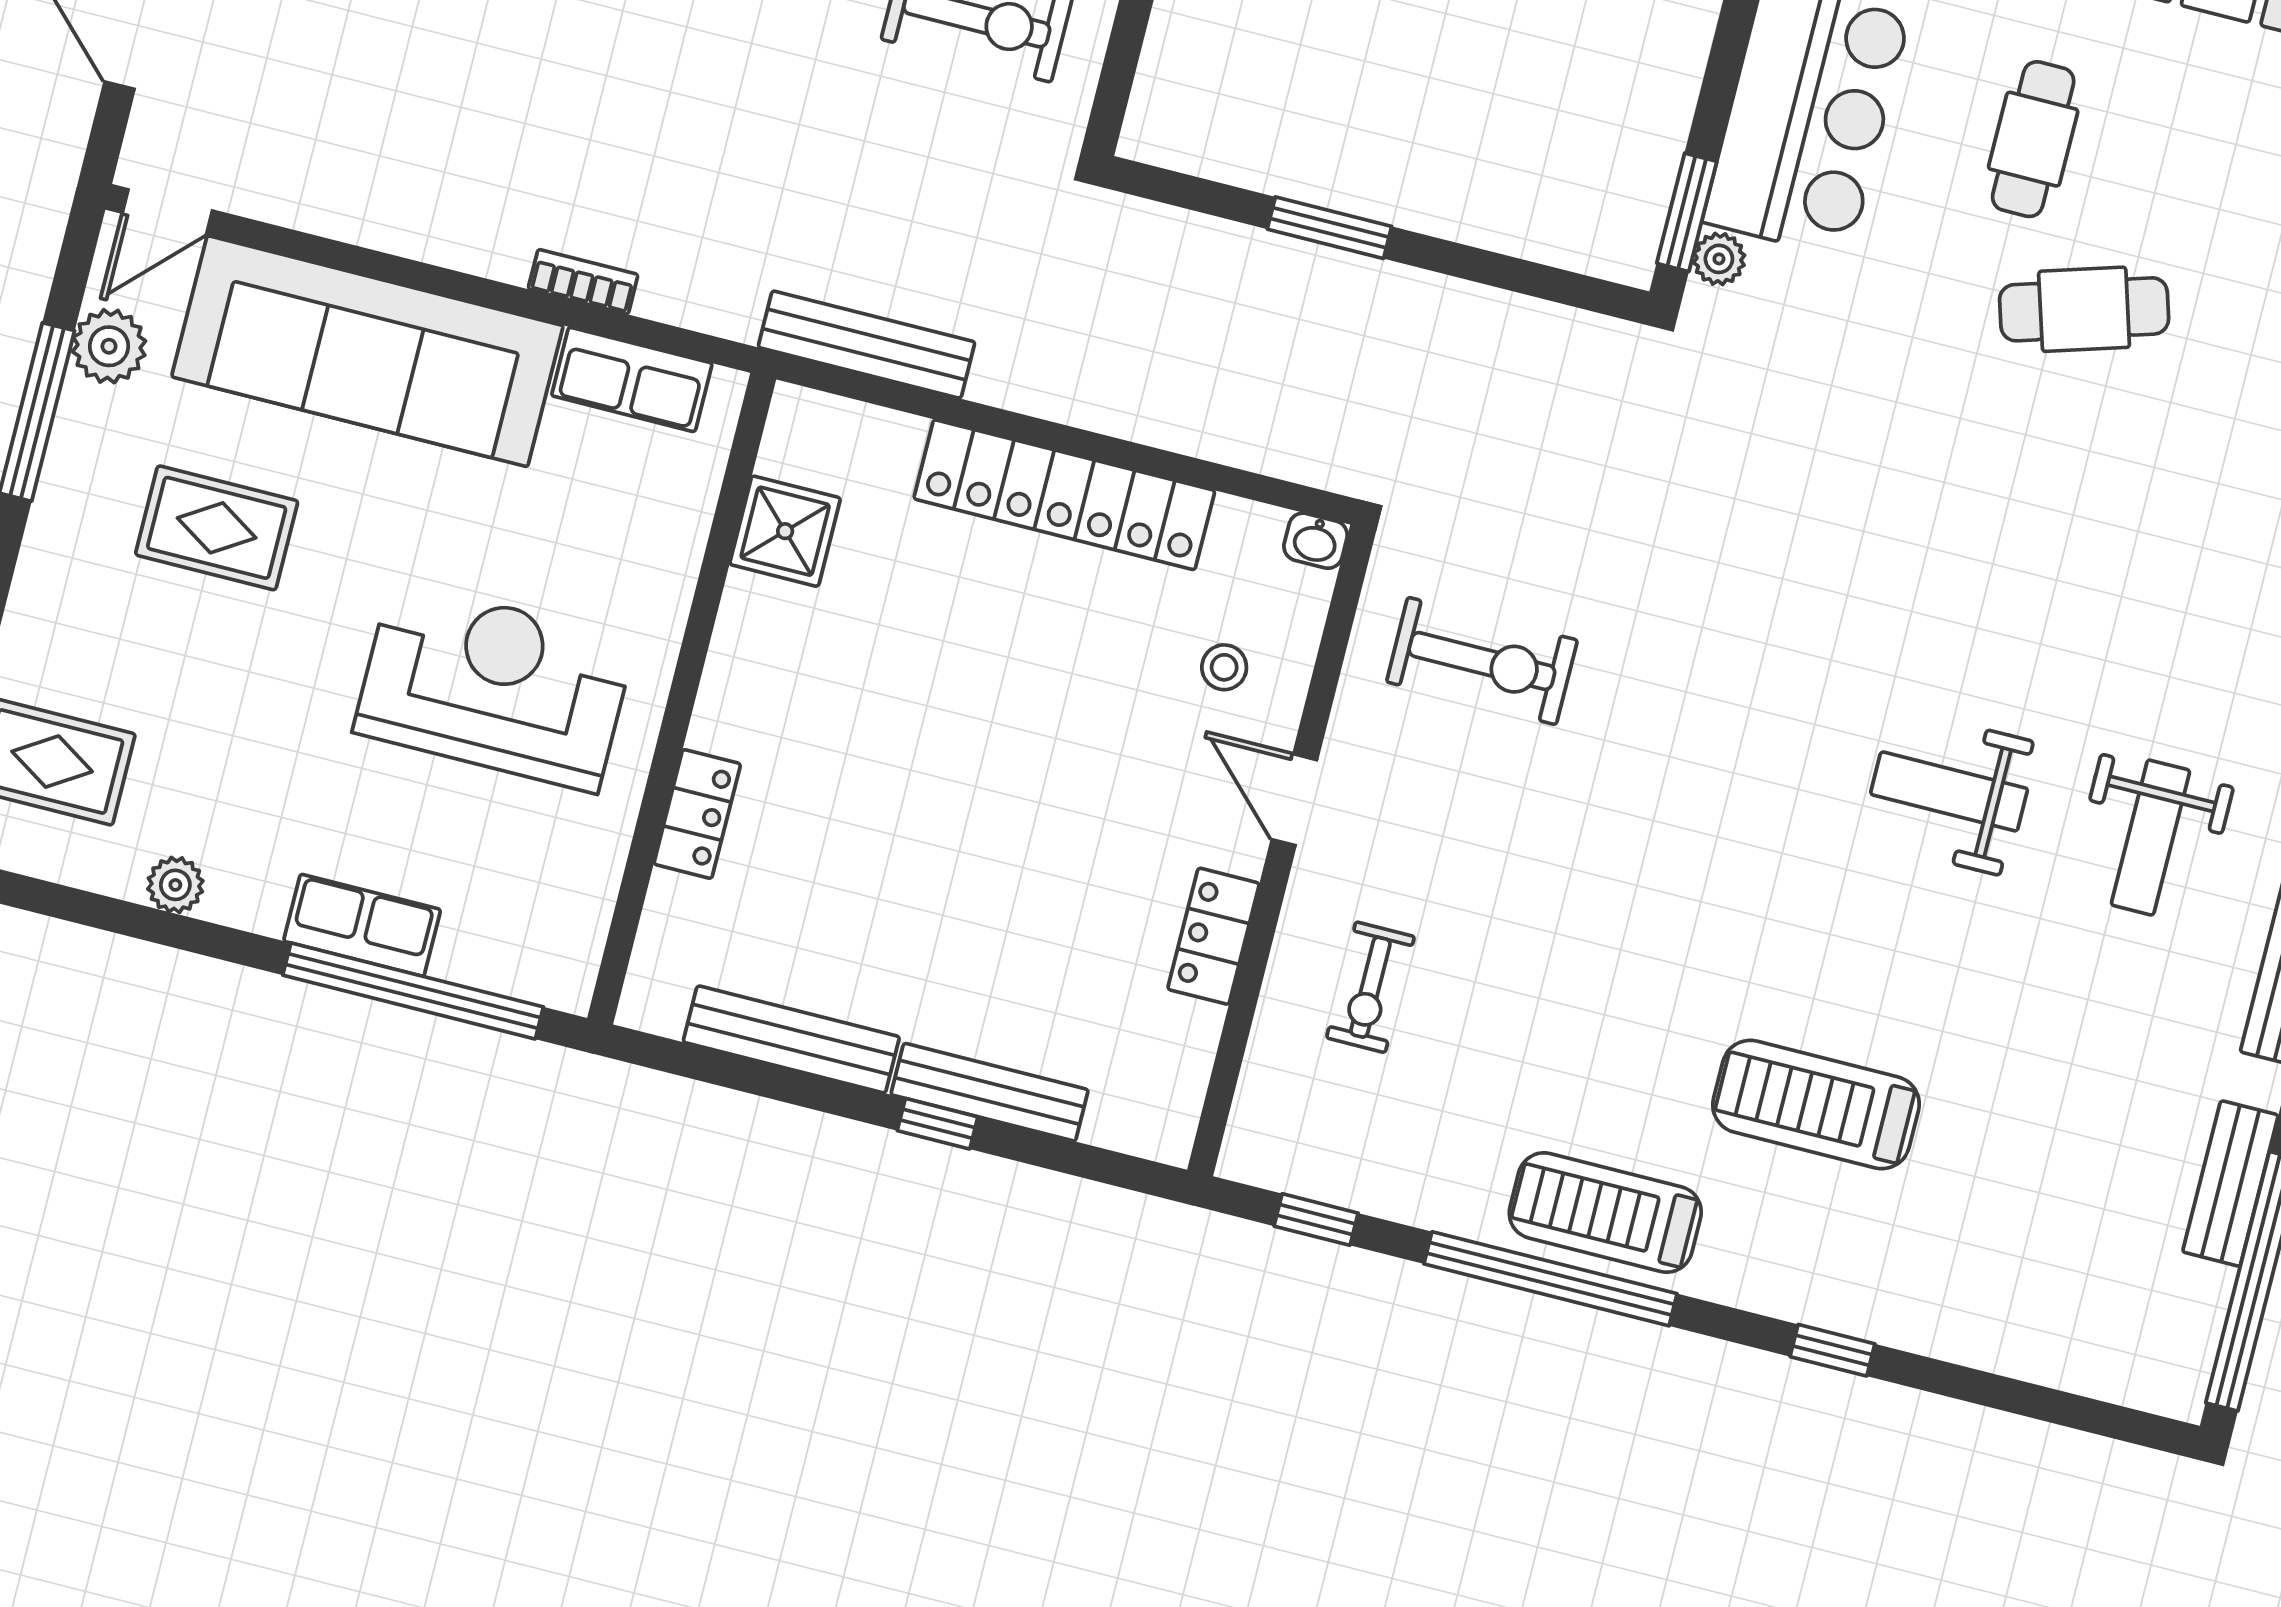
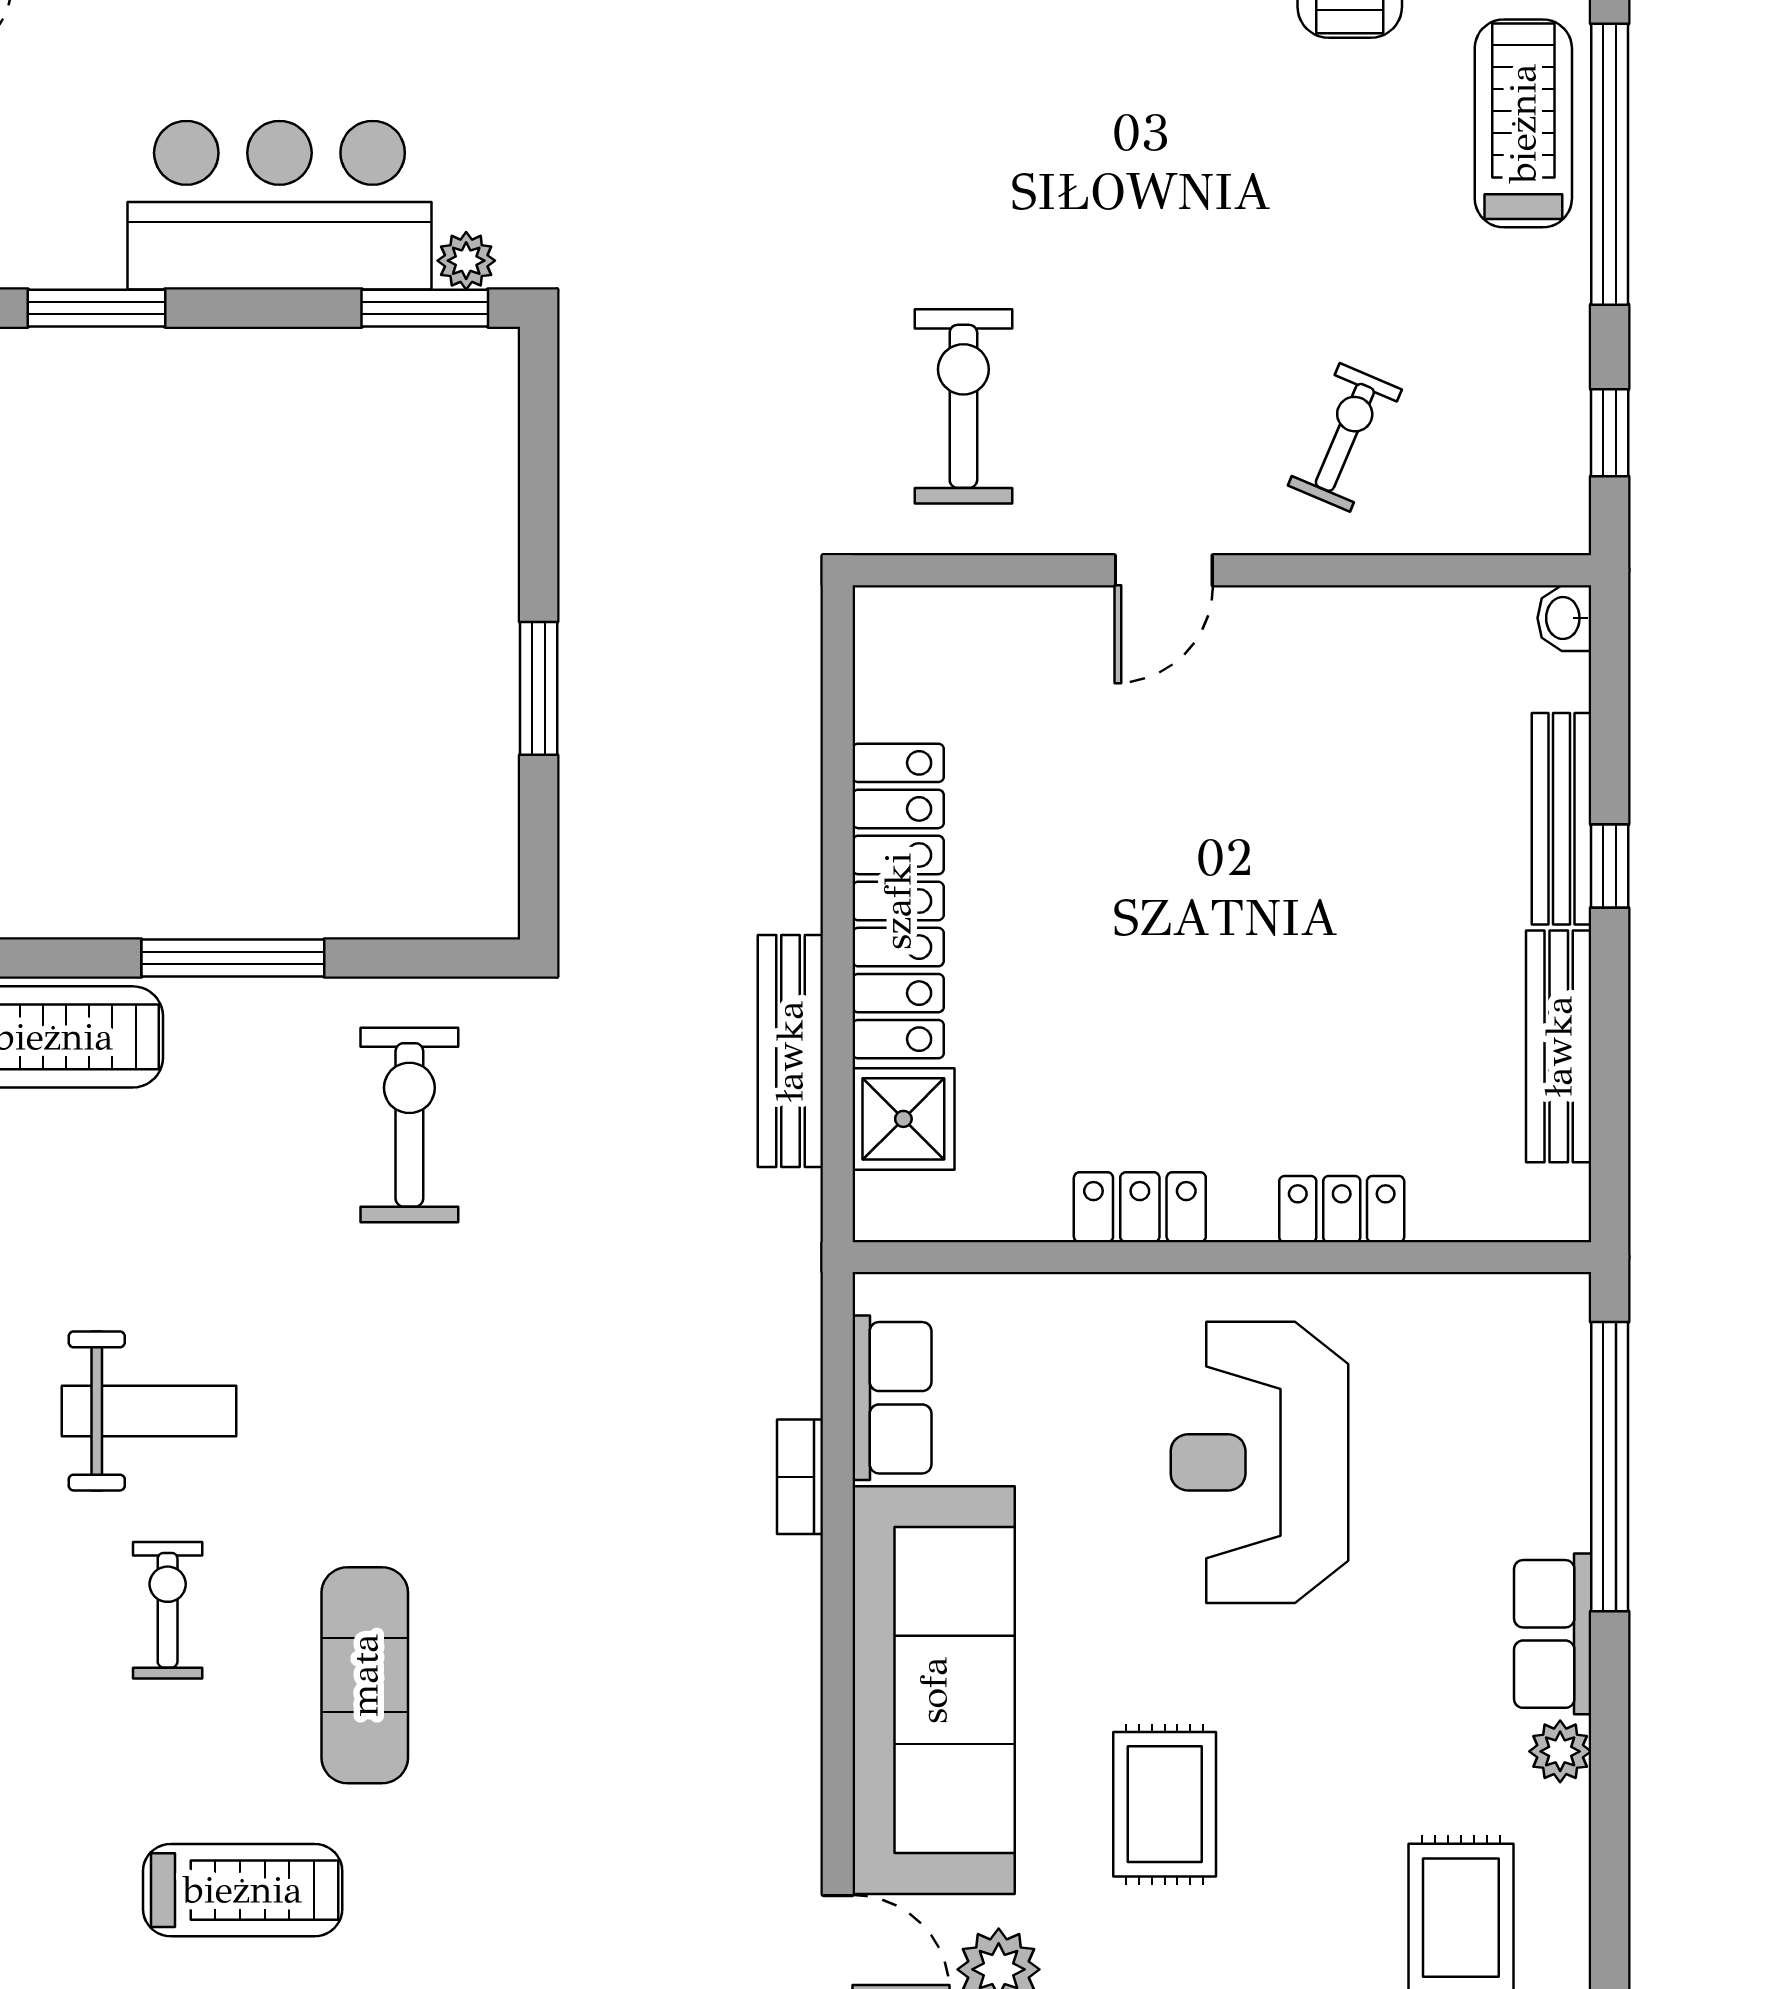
bench: (867, 345) -> (790, 1051), moved
shower: (785, 531) -> (903, 1119), moved
washbasin: (1316, 541) -> (1564, 618), moved, turned 180
stool: (1224, 667) -> (1040, 682), removed
row of seats: (362, 925) -> (1553, 1634), moved
locker: (1214, 936) -> (1140, 1207), moved, turned 180
exercise bike: (1370, 987) -> (1345, 437), turned -67
treadmill: (1605, 1213) -> (1523, 123), turned 180

